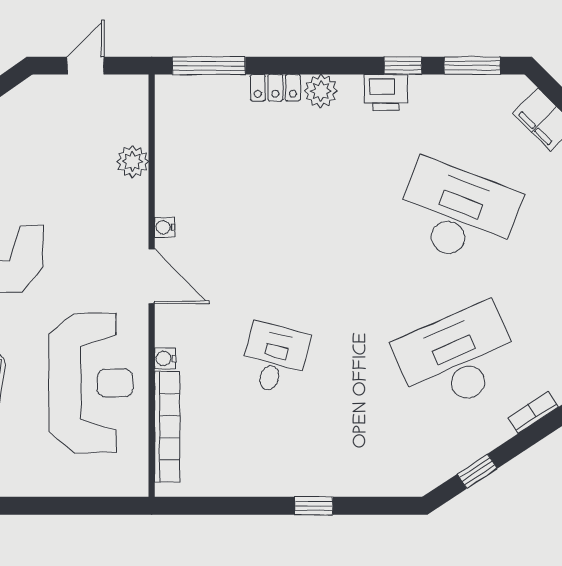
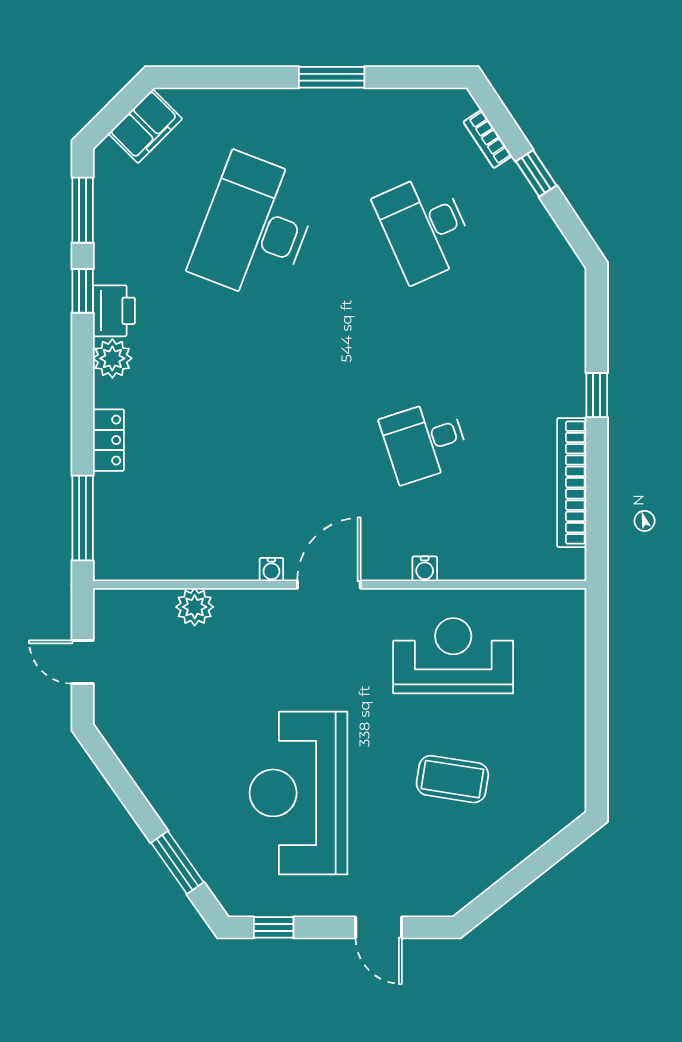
plant: (321, 91) -> (112, 358), moved
desk: (274, 358) -> (425, 441), turned -33
desk: (457, 358) -> (425, 228), width x0.73, depth x0.77
reception desk: (91, 383) -> (453, 656), width x0.74, depth x0.77
bookcase: (167, 427) -> (572, 483), moved, turned -90
window: (477, 471) -> (536, 173), moved

